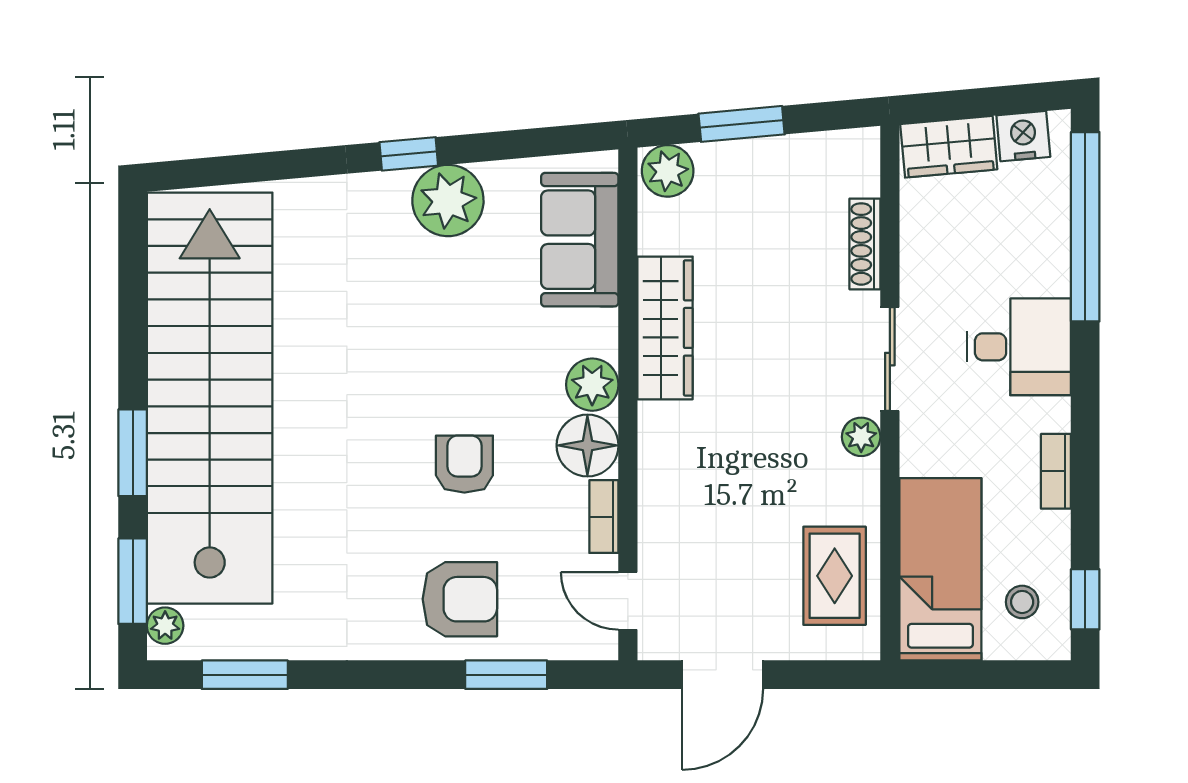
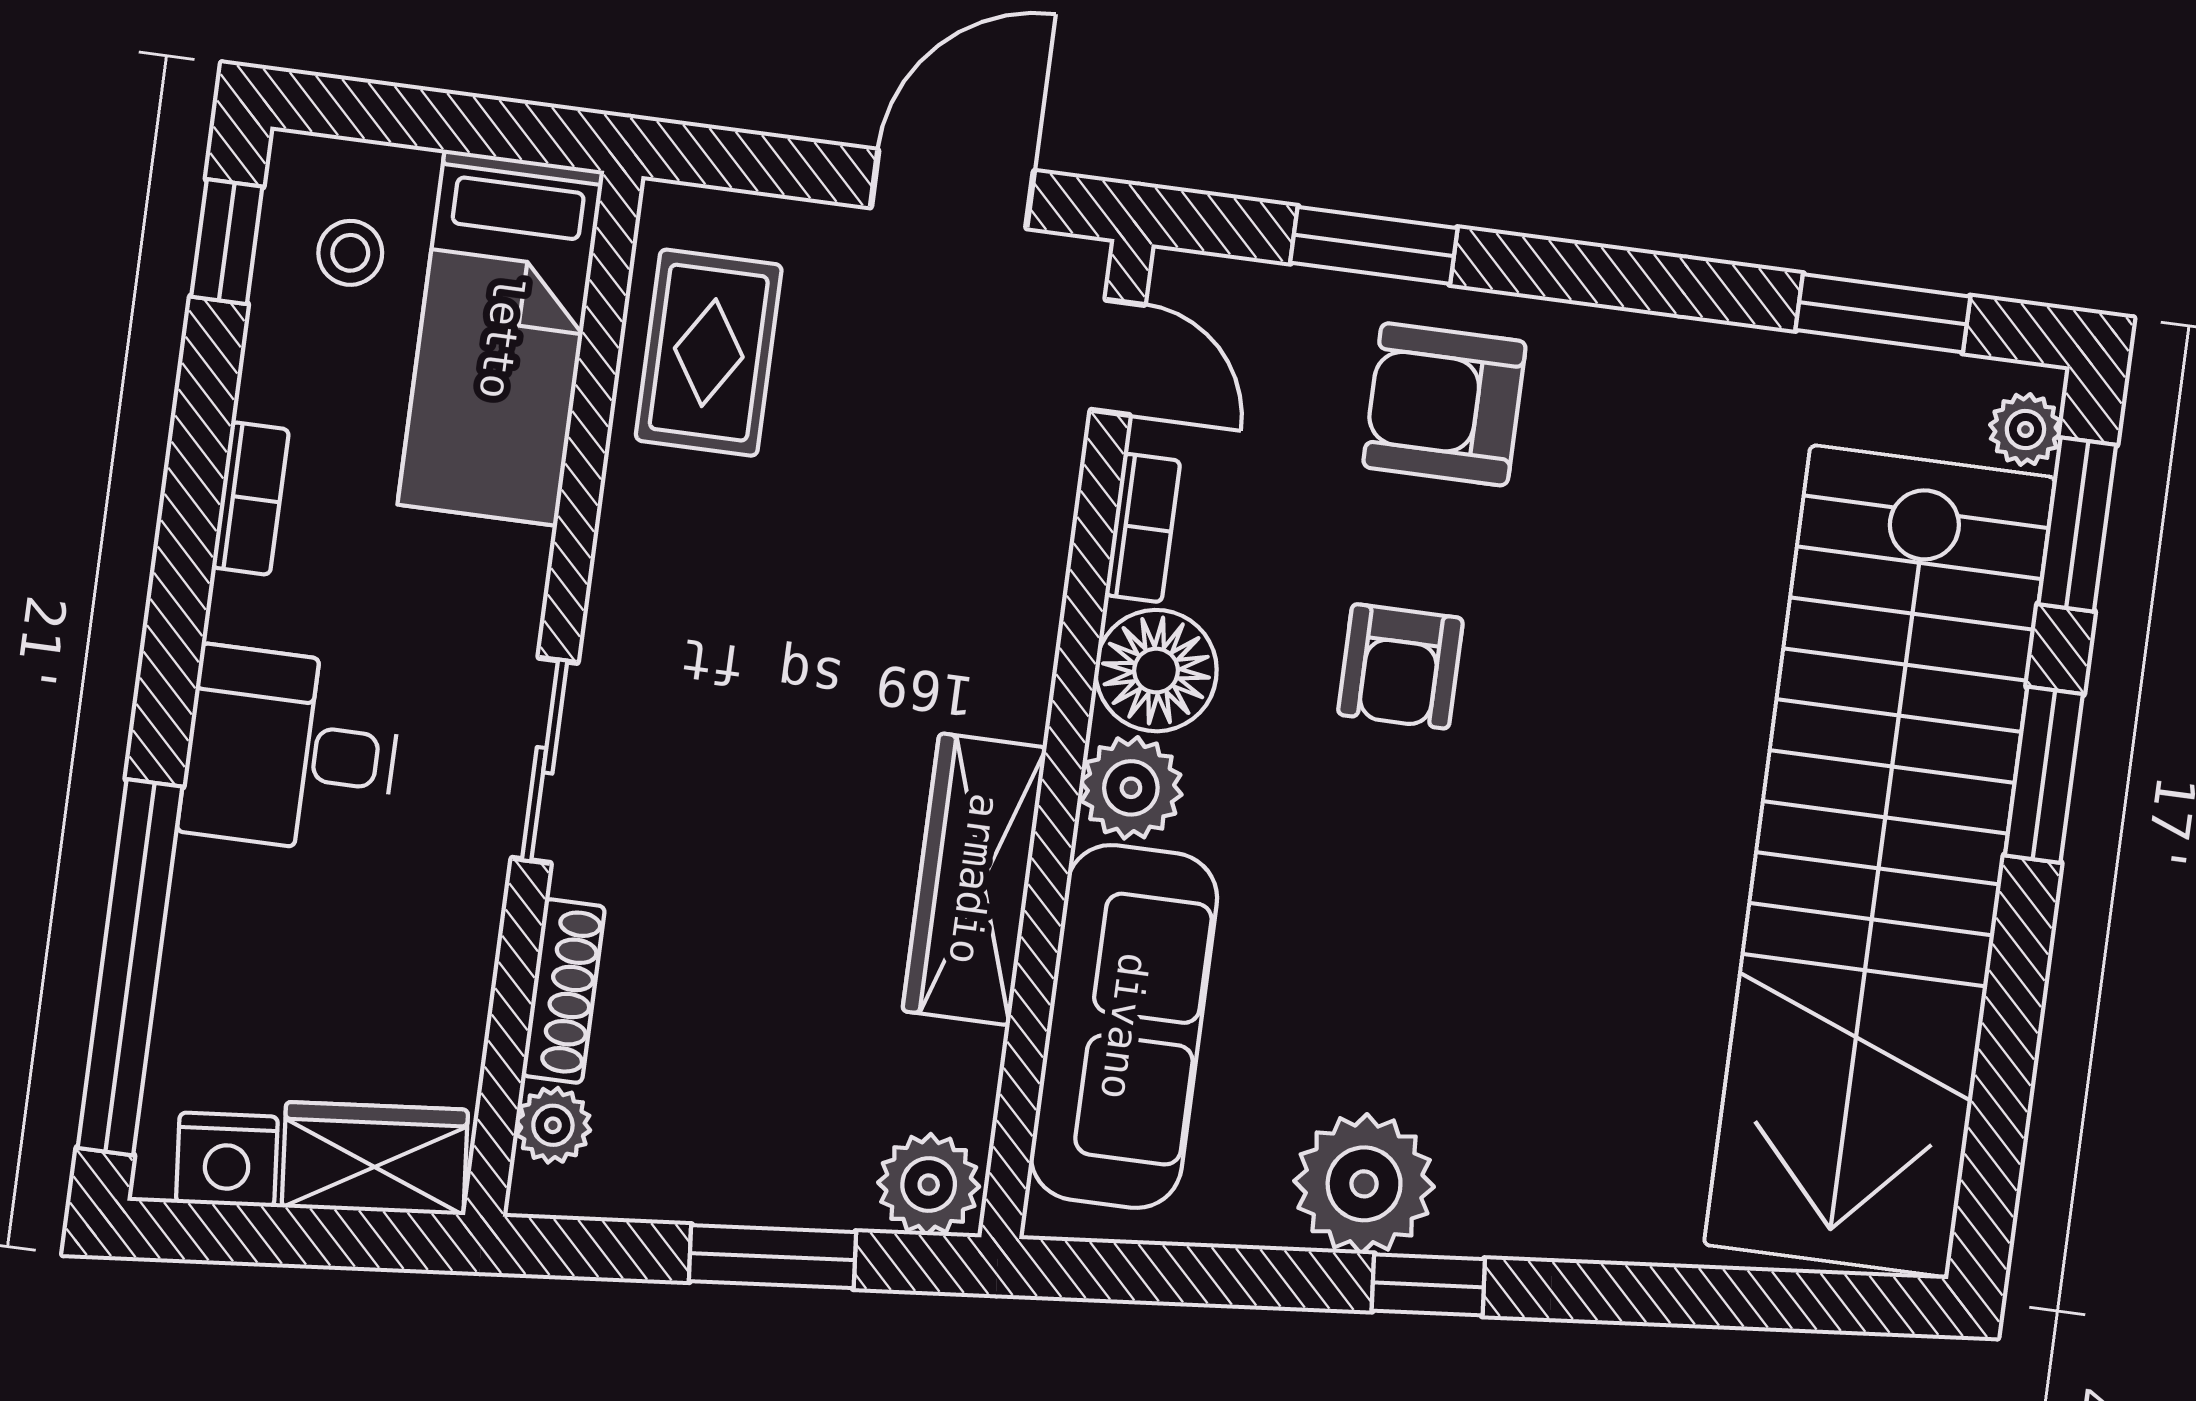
sofa: (580, 240) -> (1124, 1026), width x1.36
plant: (861, 437) -> (553, 1125), moved

